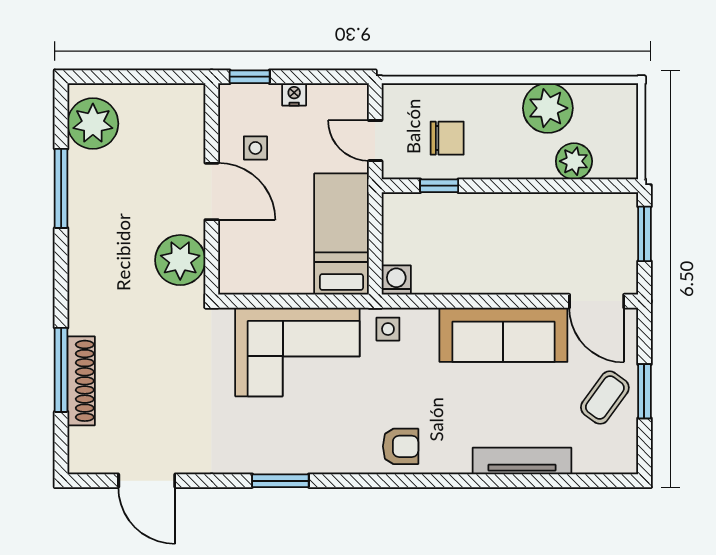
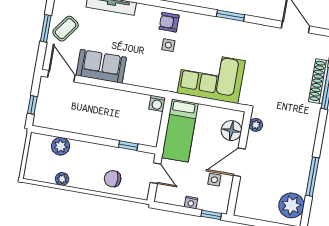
plant: (548, 108) -> (62, 179), width x0.53, depth x0.53
chair: (447, 138) -> (113, 179), moved
door: (212, 191) -> (239, 162), hinge flipped
window: (644, 234) -> (32, 105), width x0.67
floor lamp: (239, 252) -> (231, 131), added
plant: (180, 260) -> (256, 125), width x0.53, depth x0.53
side table: (388, 329) -> (168, 45), moved
sofa: (503, 335) -> (101, 66), width x0.73

